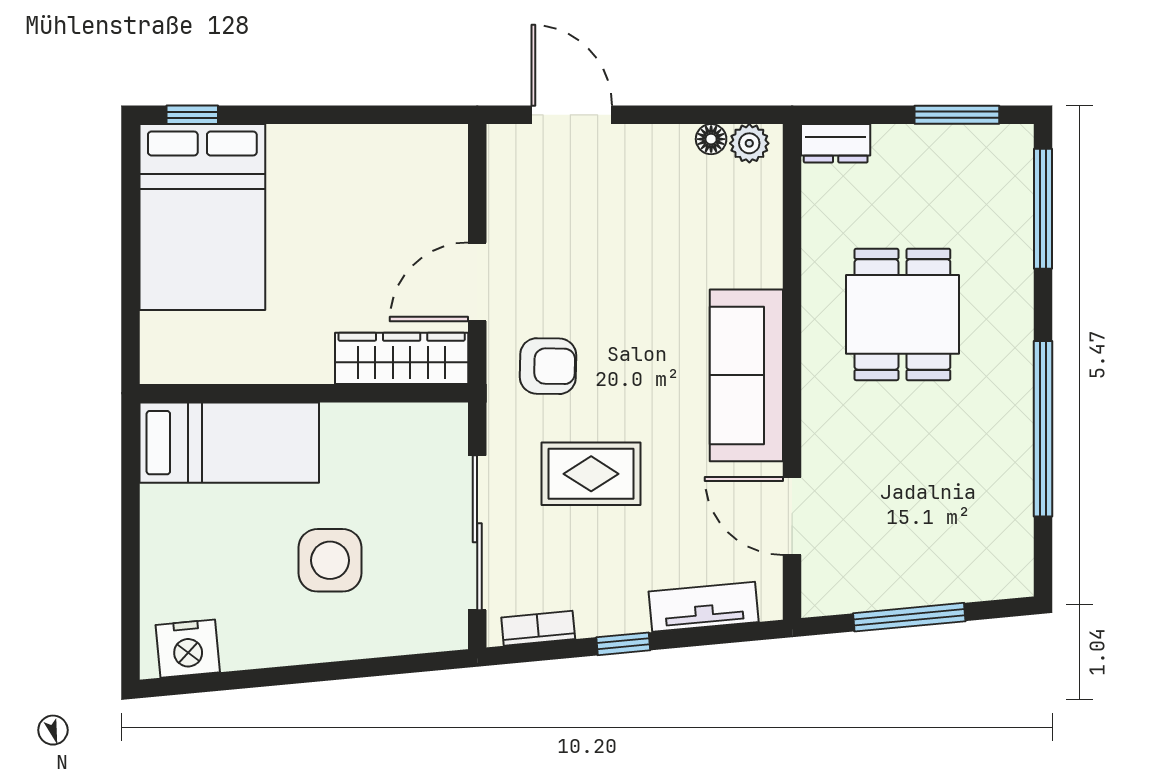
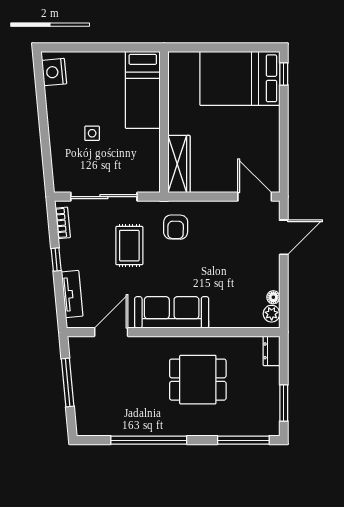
door: (477, 282) -> (255, 197), moved
side table: (330, 560) -> (92, 133), width x0.54, depth x0.54

